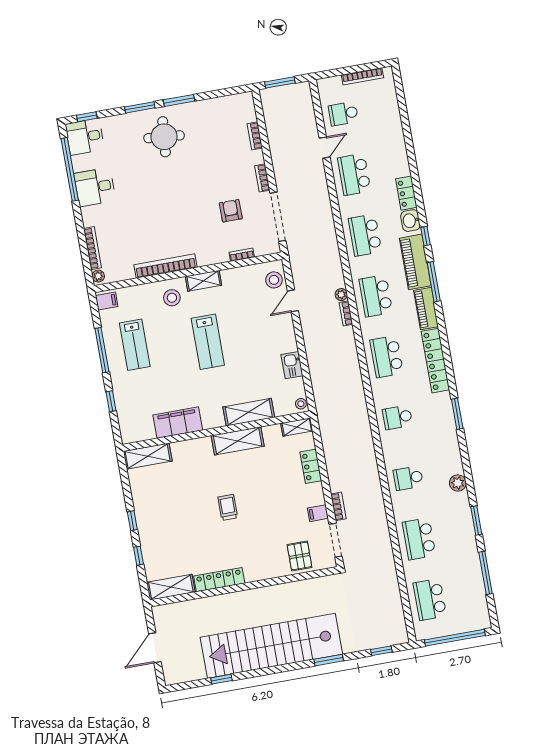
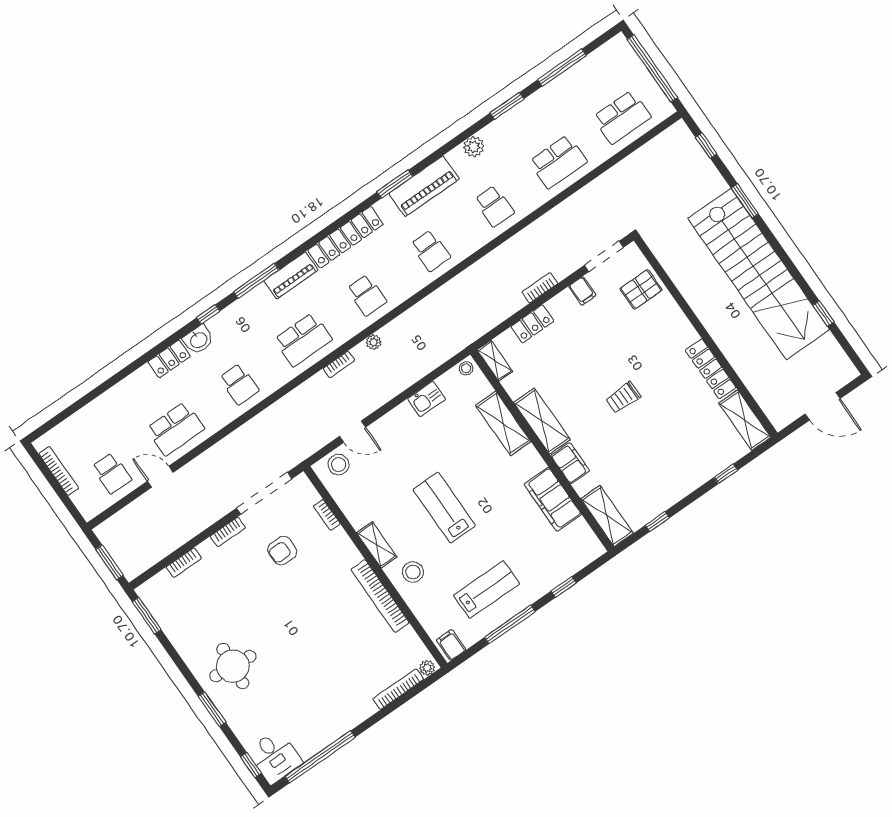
window: (179, 100) -> (147, 616), moved
desk: (95, 187) -> (327, 719), removed
school desk: (365, 235) -> (239, 384), width x0.54
piano: (415, 262) -> (424, 186), moved
plant: (341, 295) -> (374, 342), moved
lab bench: (208, 342) -> (444, 508), turned -90
school desk: (387, 357) -> (367, 295), width x0.54
filing cabinet: (198, 447) -> (570, 463), added
bookcase: (338, 506) -> (540, 288), moved
window: (132, 521) -> (657, 522), moved

